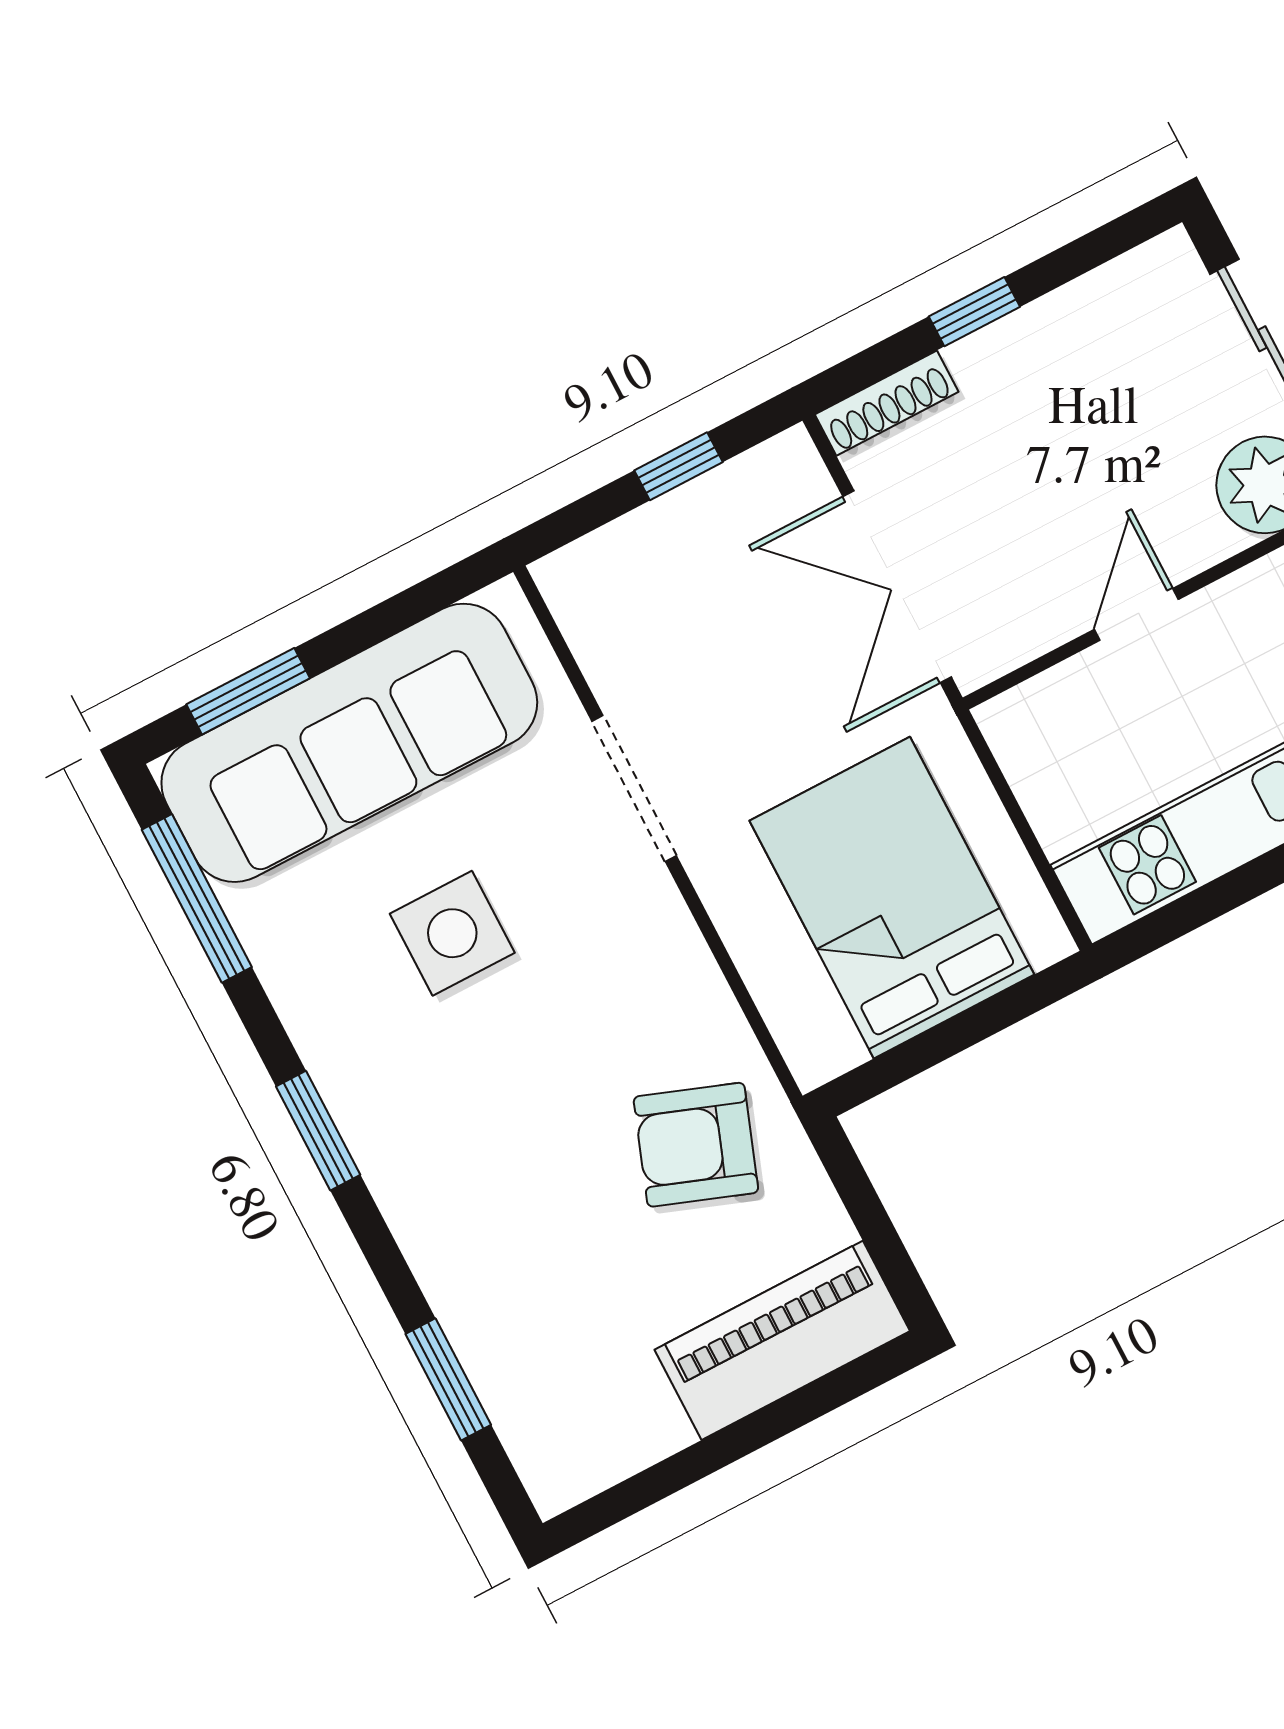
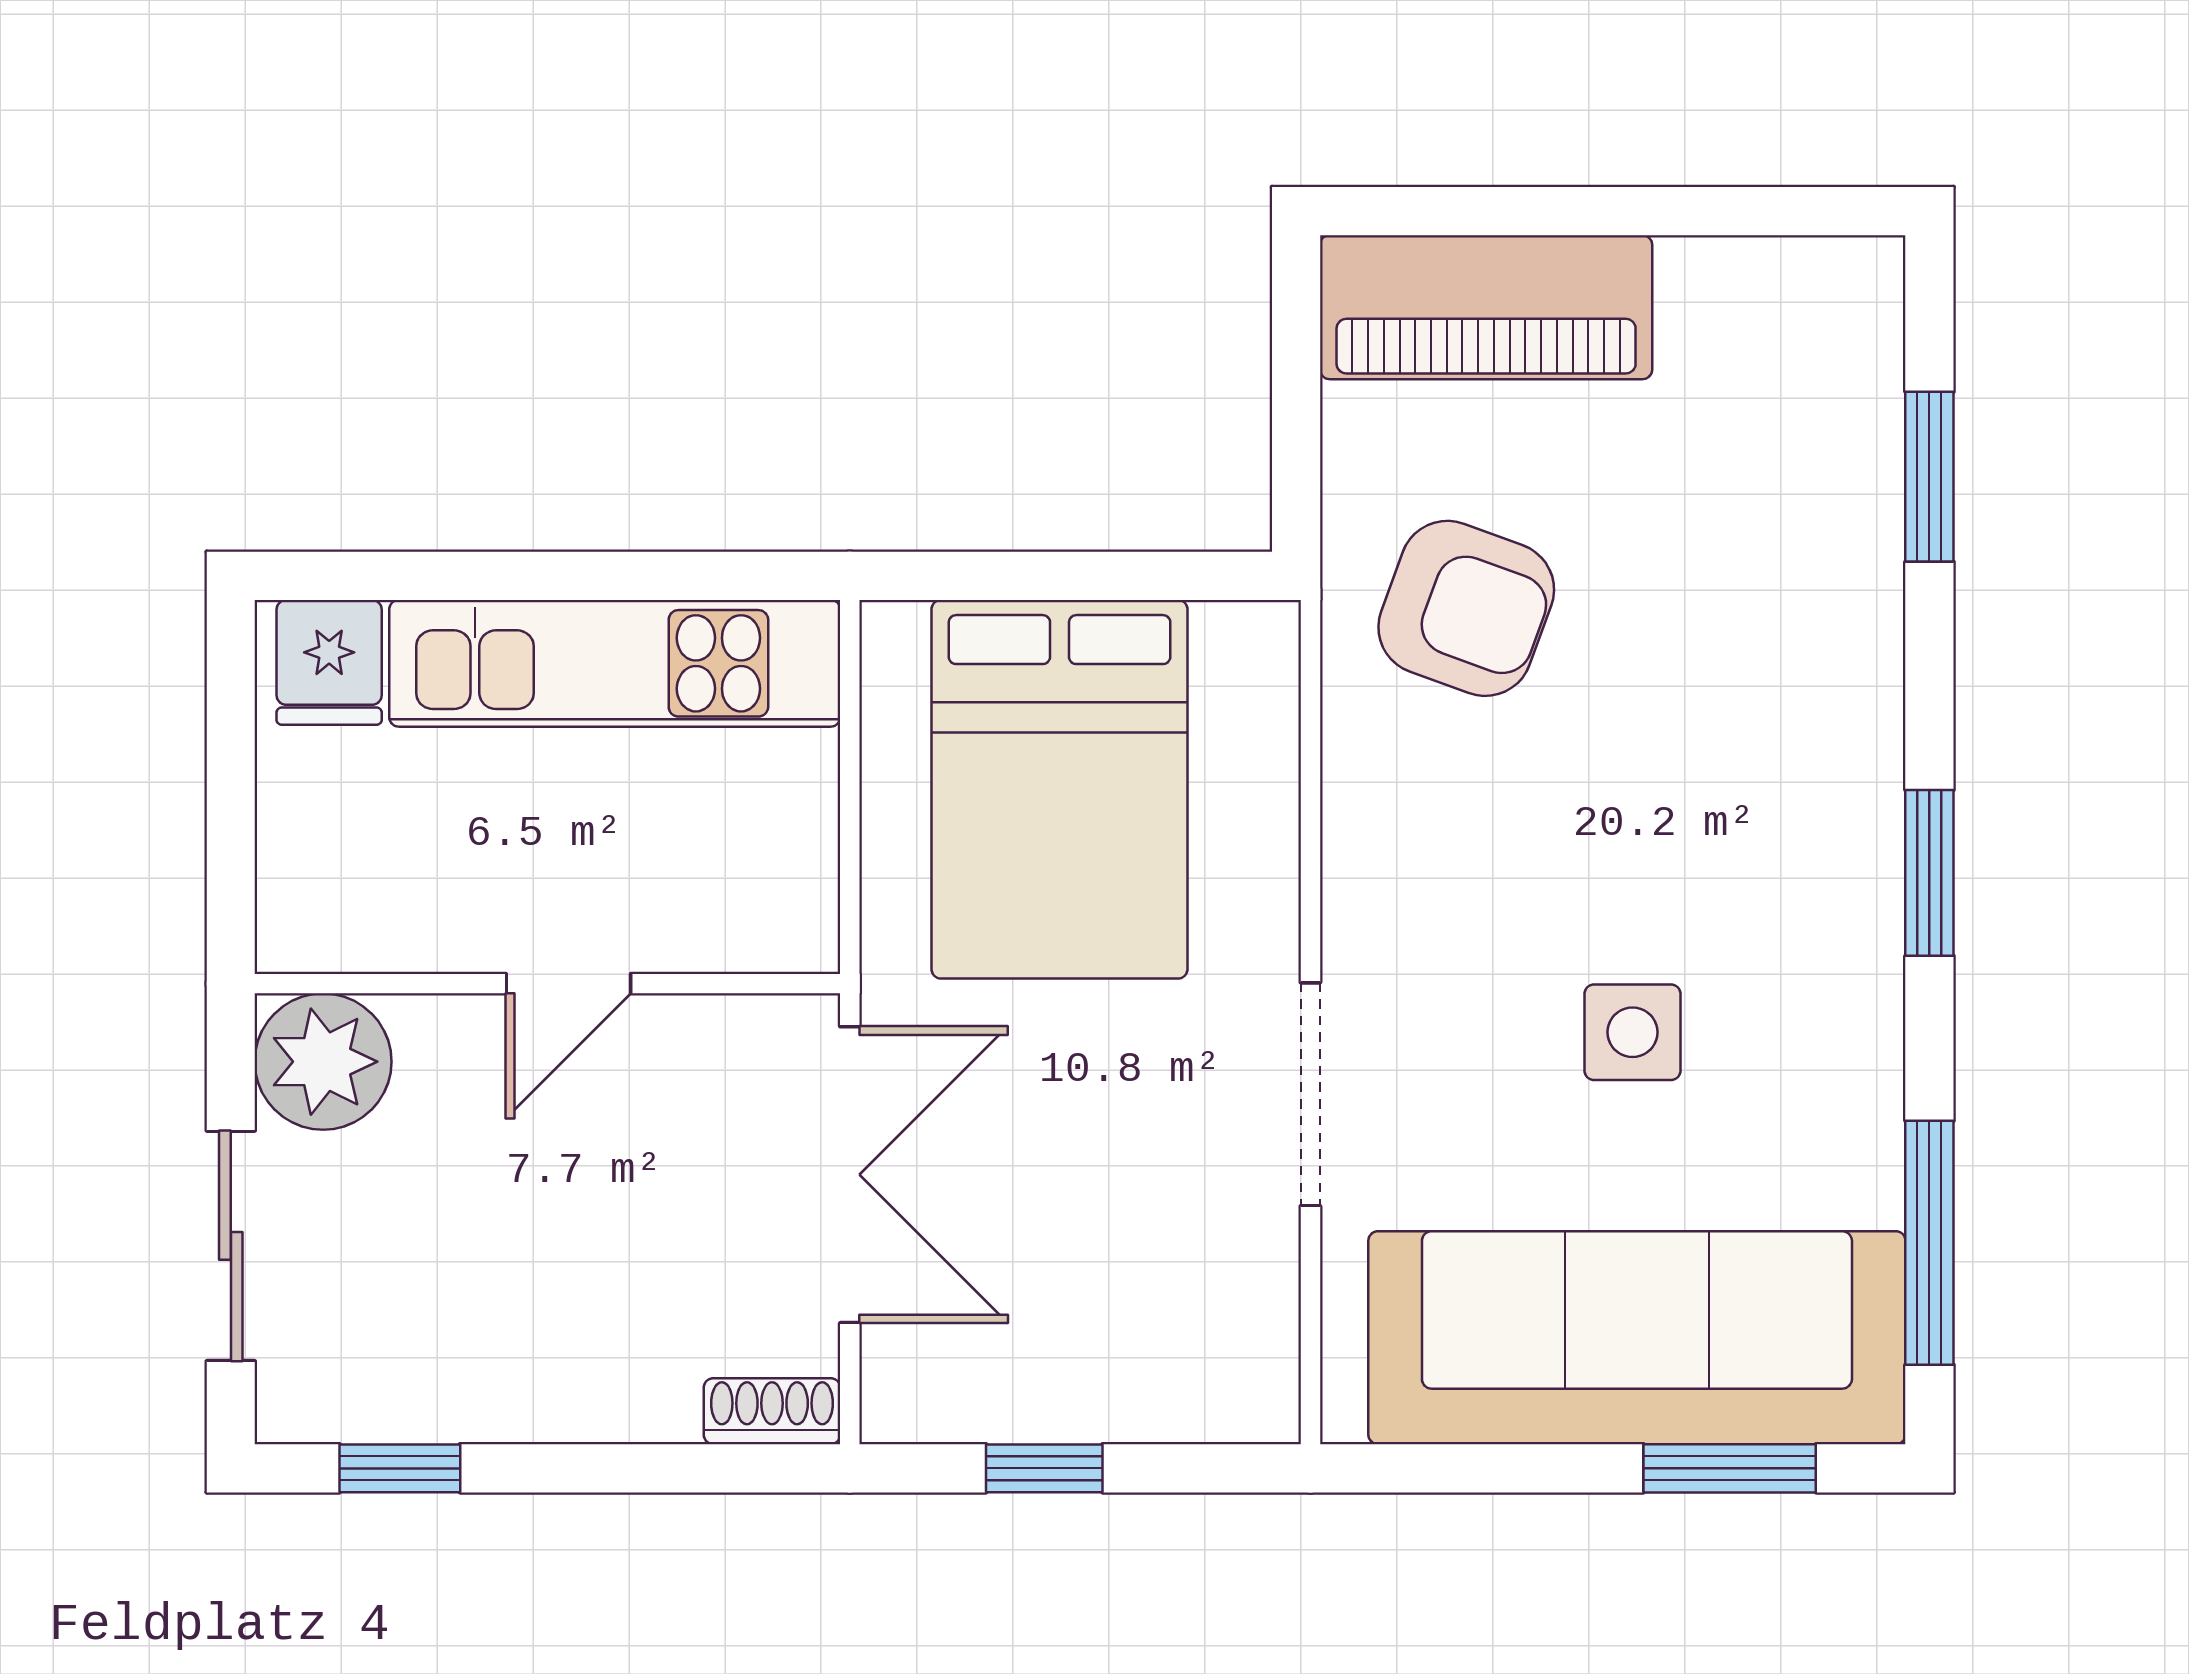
window: (974, 312) -> (400, 1468), moved
shoe rack: (887, 403) -> (772, 1411), width x0.70
side table: (452, 933) -> (1632, 1032), width x0.73, depth x0.73

